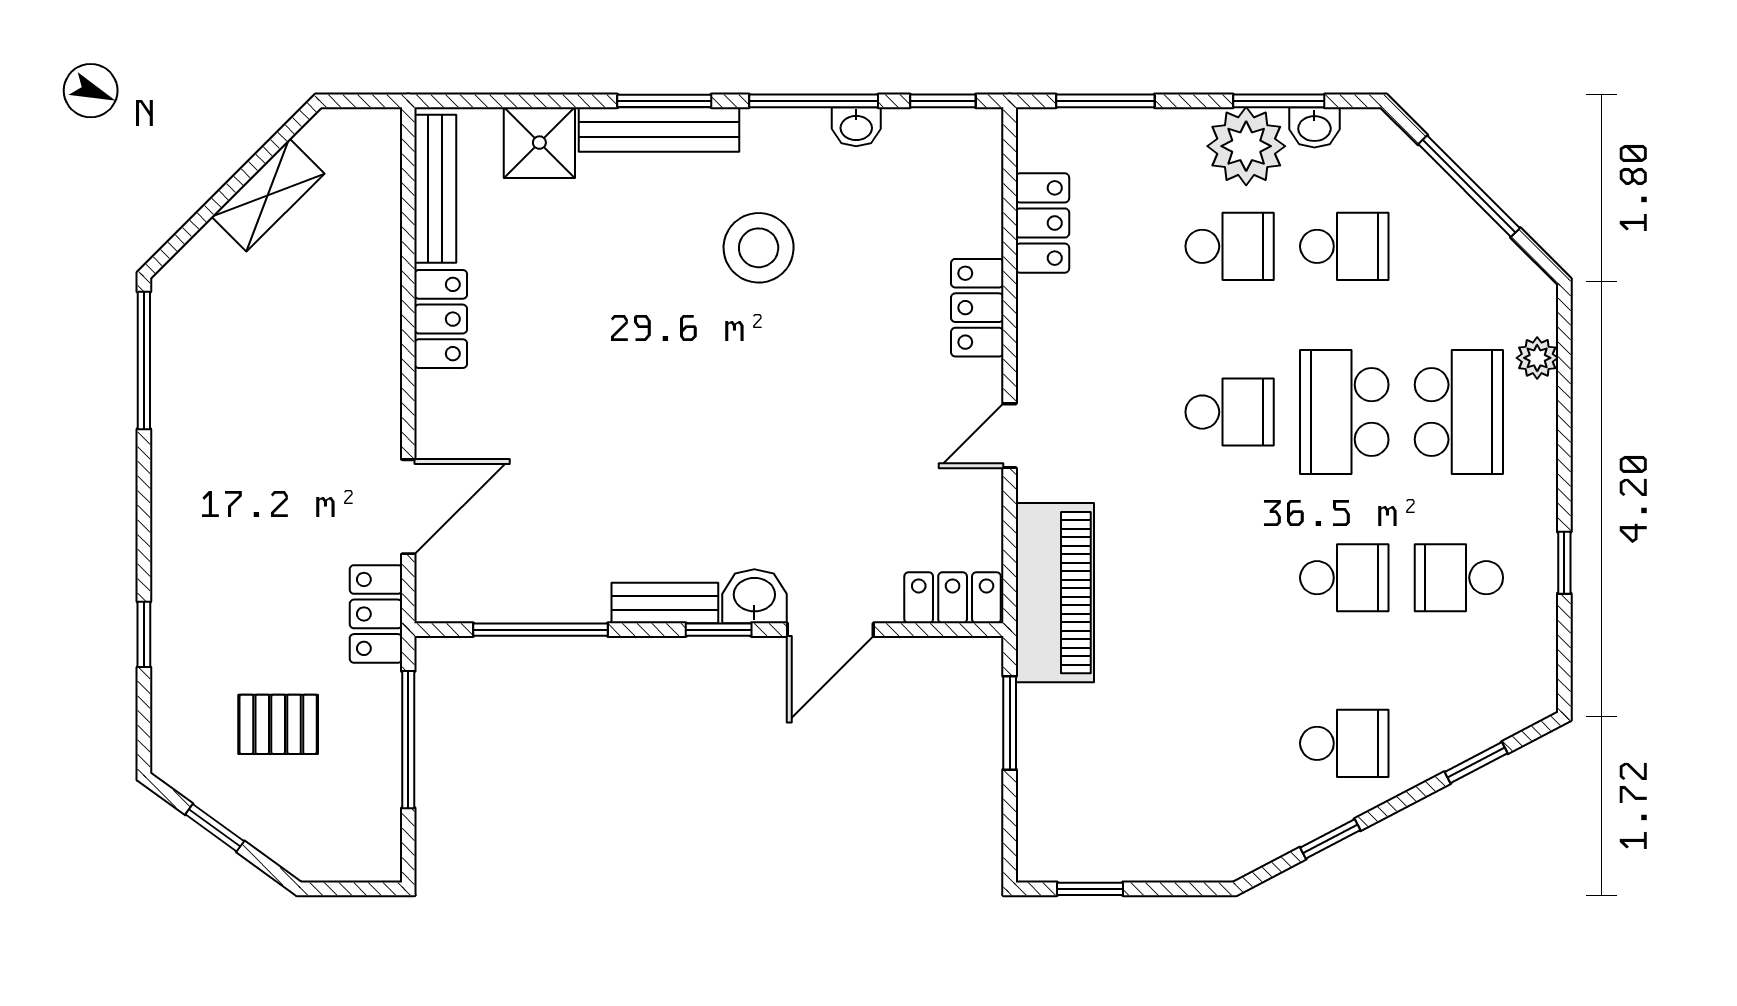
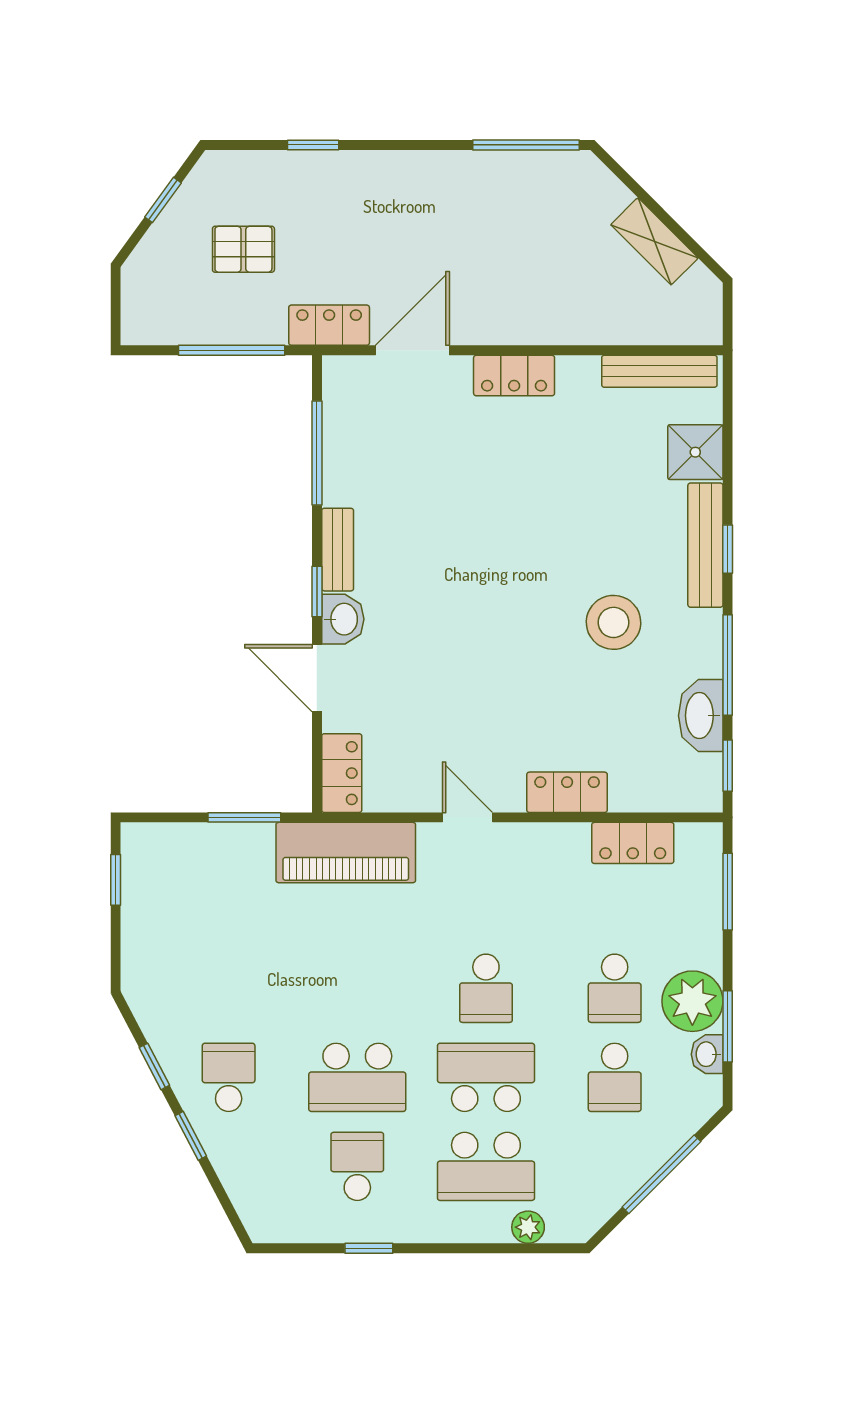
window: (664, 101) -> (728, 549), width x0.67
washbasin: (856, 127) -> (701, 716), width x1.91, depth x1.45
locker: (441, 319) -> (514, 376), moved
door: (408, 507) -> (412, 350), swing flipped
school desk: (1344, 578) -> (357, 1077), width x1.85
pallet: (278, 724) -> (243, 249), turned 90
school desk: (1344, 743) -> (229, 1077), turned 180
window: (1476, 763) -> (191, 1136), moved

